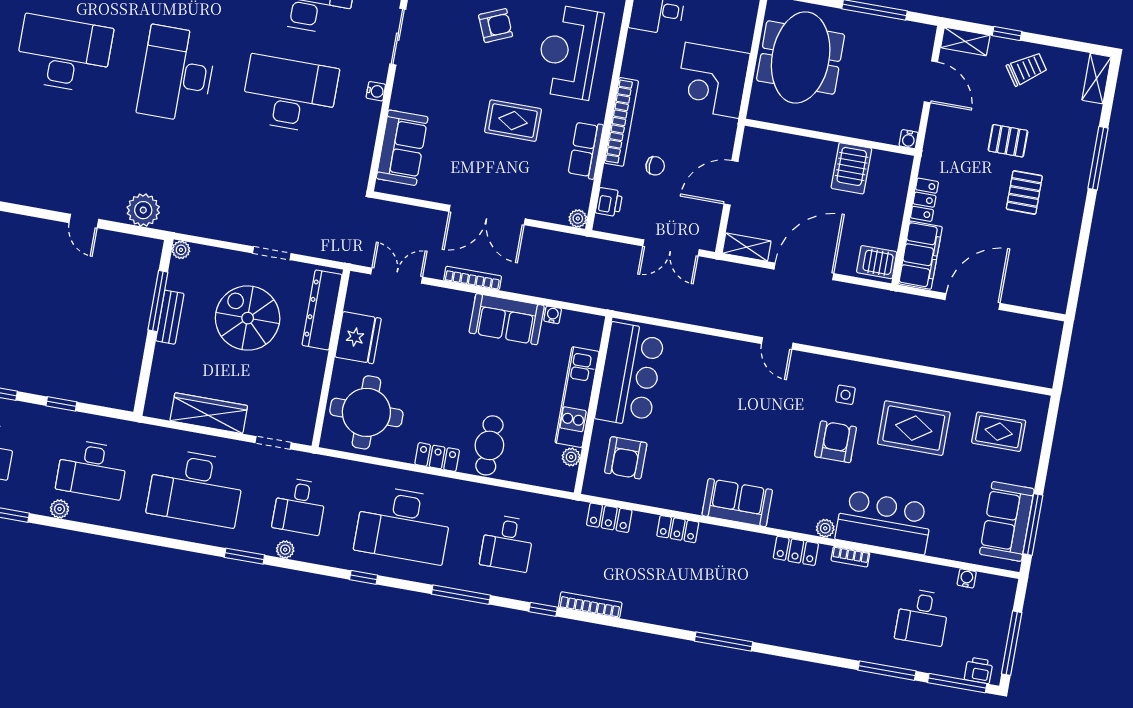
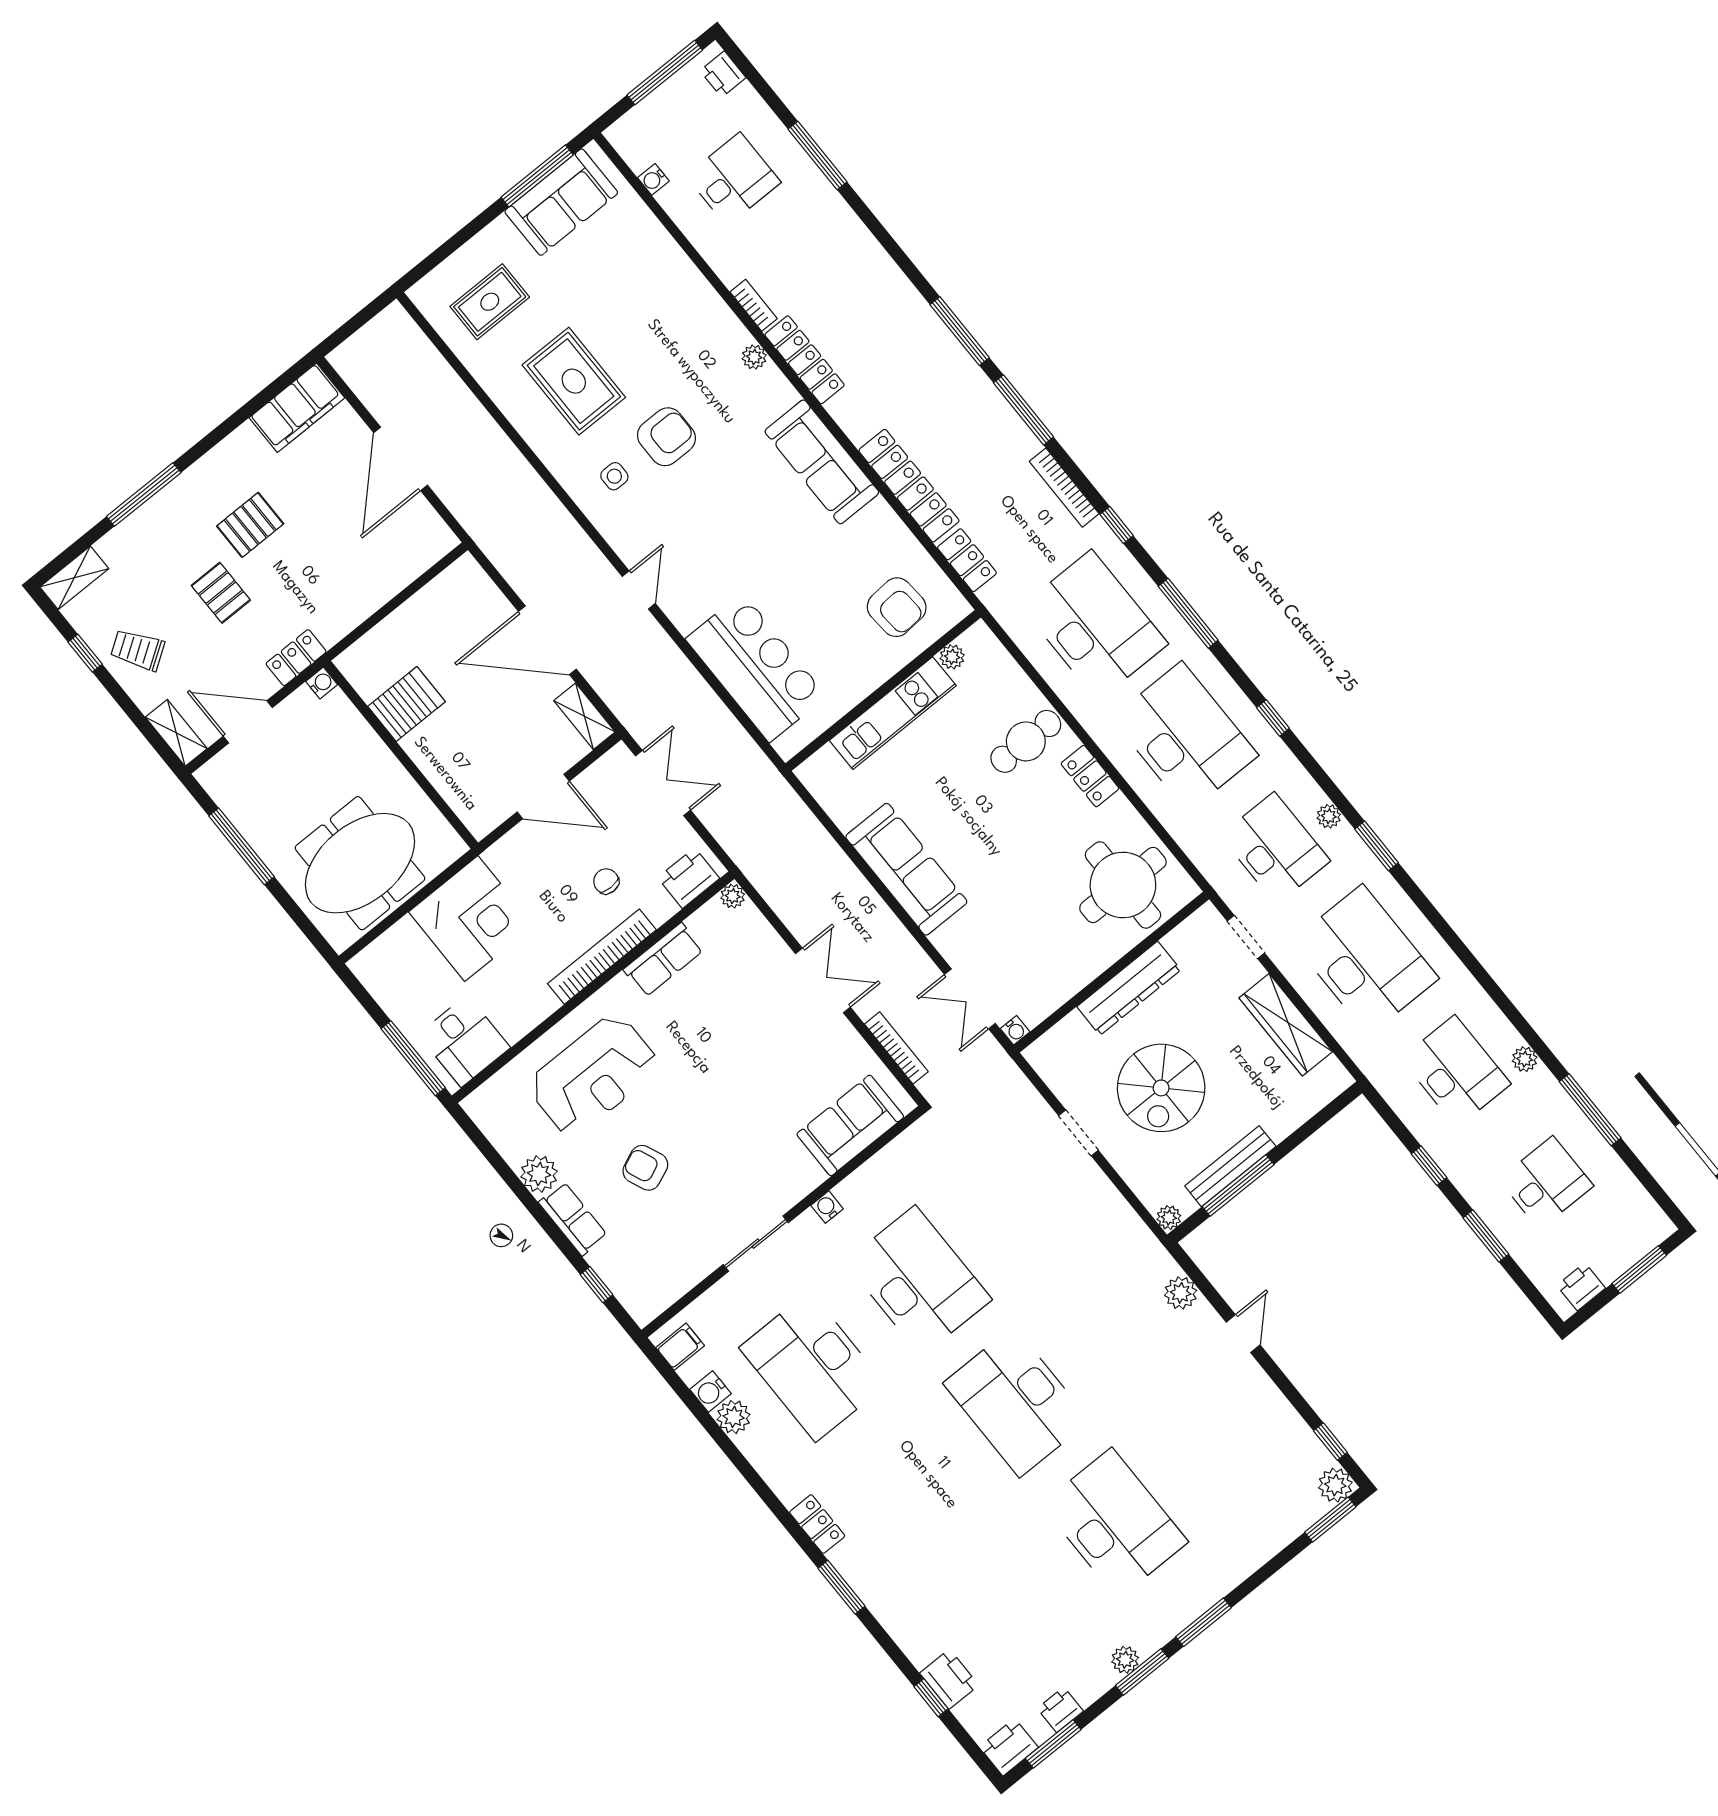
window: (1007, 33) -> (85, 653), moved
desk: (64, 54) -> (1115, 1523), turned 180
desk: (177, 74) -> (1017, 1402), turned 90
door: (931, 82) -> (248, 722), hinge flipped
desk: (290, 94) -> (918, 1281), turned 180
rug: (513, 121) -> (712, 1055), removed
locker: (924, 200) -> (296, 658), moved
printer: (609, 202) -> (689, 878), width x1.36, depth x1.24
plant: (143, 210) -> (1181, 1293), width x0.73, depth x0.73
double door: (487, 215) -> (823, 980), width x0.73
filing cabinet: (920, 255) -> (297, 408), moved, turned 180
server rack: (877, 262) -> (464, 585), removed
bookcase: (473, 278) -> (896, 1048), moved, turned 180
door: (973, 302) -> (401, 459), hinge flipped
dresser: (322, 310) -> (1129, 988), moved
water cooler: (553, 315) -> (1015, 1030), moved, turned -90
bench: (170, 317) -> (1230, 1166), width x1.36
sofa: (507, 319) -> (906, 869), width x1.36
fridge: (358, 338) -> (1065, 969), removed
bar counter: (630, 375) -> (756, 668), moved, turned 90
rug: (999, 432) -> (490, 302), turned 90
armchair: (836, 442) -> (666, 437), turned 180
armchair: (626, 458) -> (897, 607), turned 86
sofa: (737, 503) -> (822, 462), width x1.36
desk: (300, 506) -> (1275, 848), width x1.37
bar counter: (884, 522) -> (688, 311), removed
locker: (678, 529) -> (909, 486), width x2.16, depth x1.21
desk: (507, 543) -> (1095, 625), width x1.87, depth x1.30
locker: (796, 551) -> (805, 360), width x1.53
window: (957, 683) -> (1023, 410), moved

